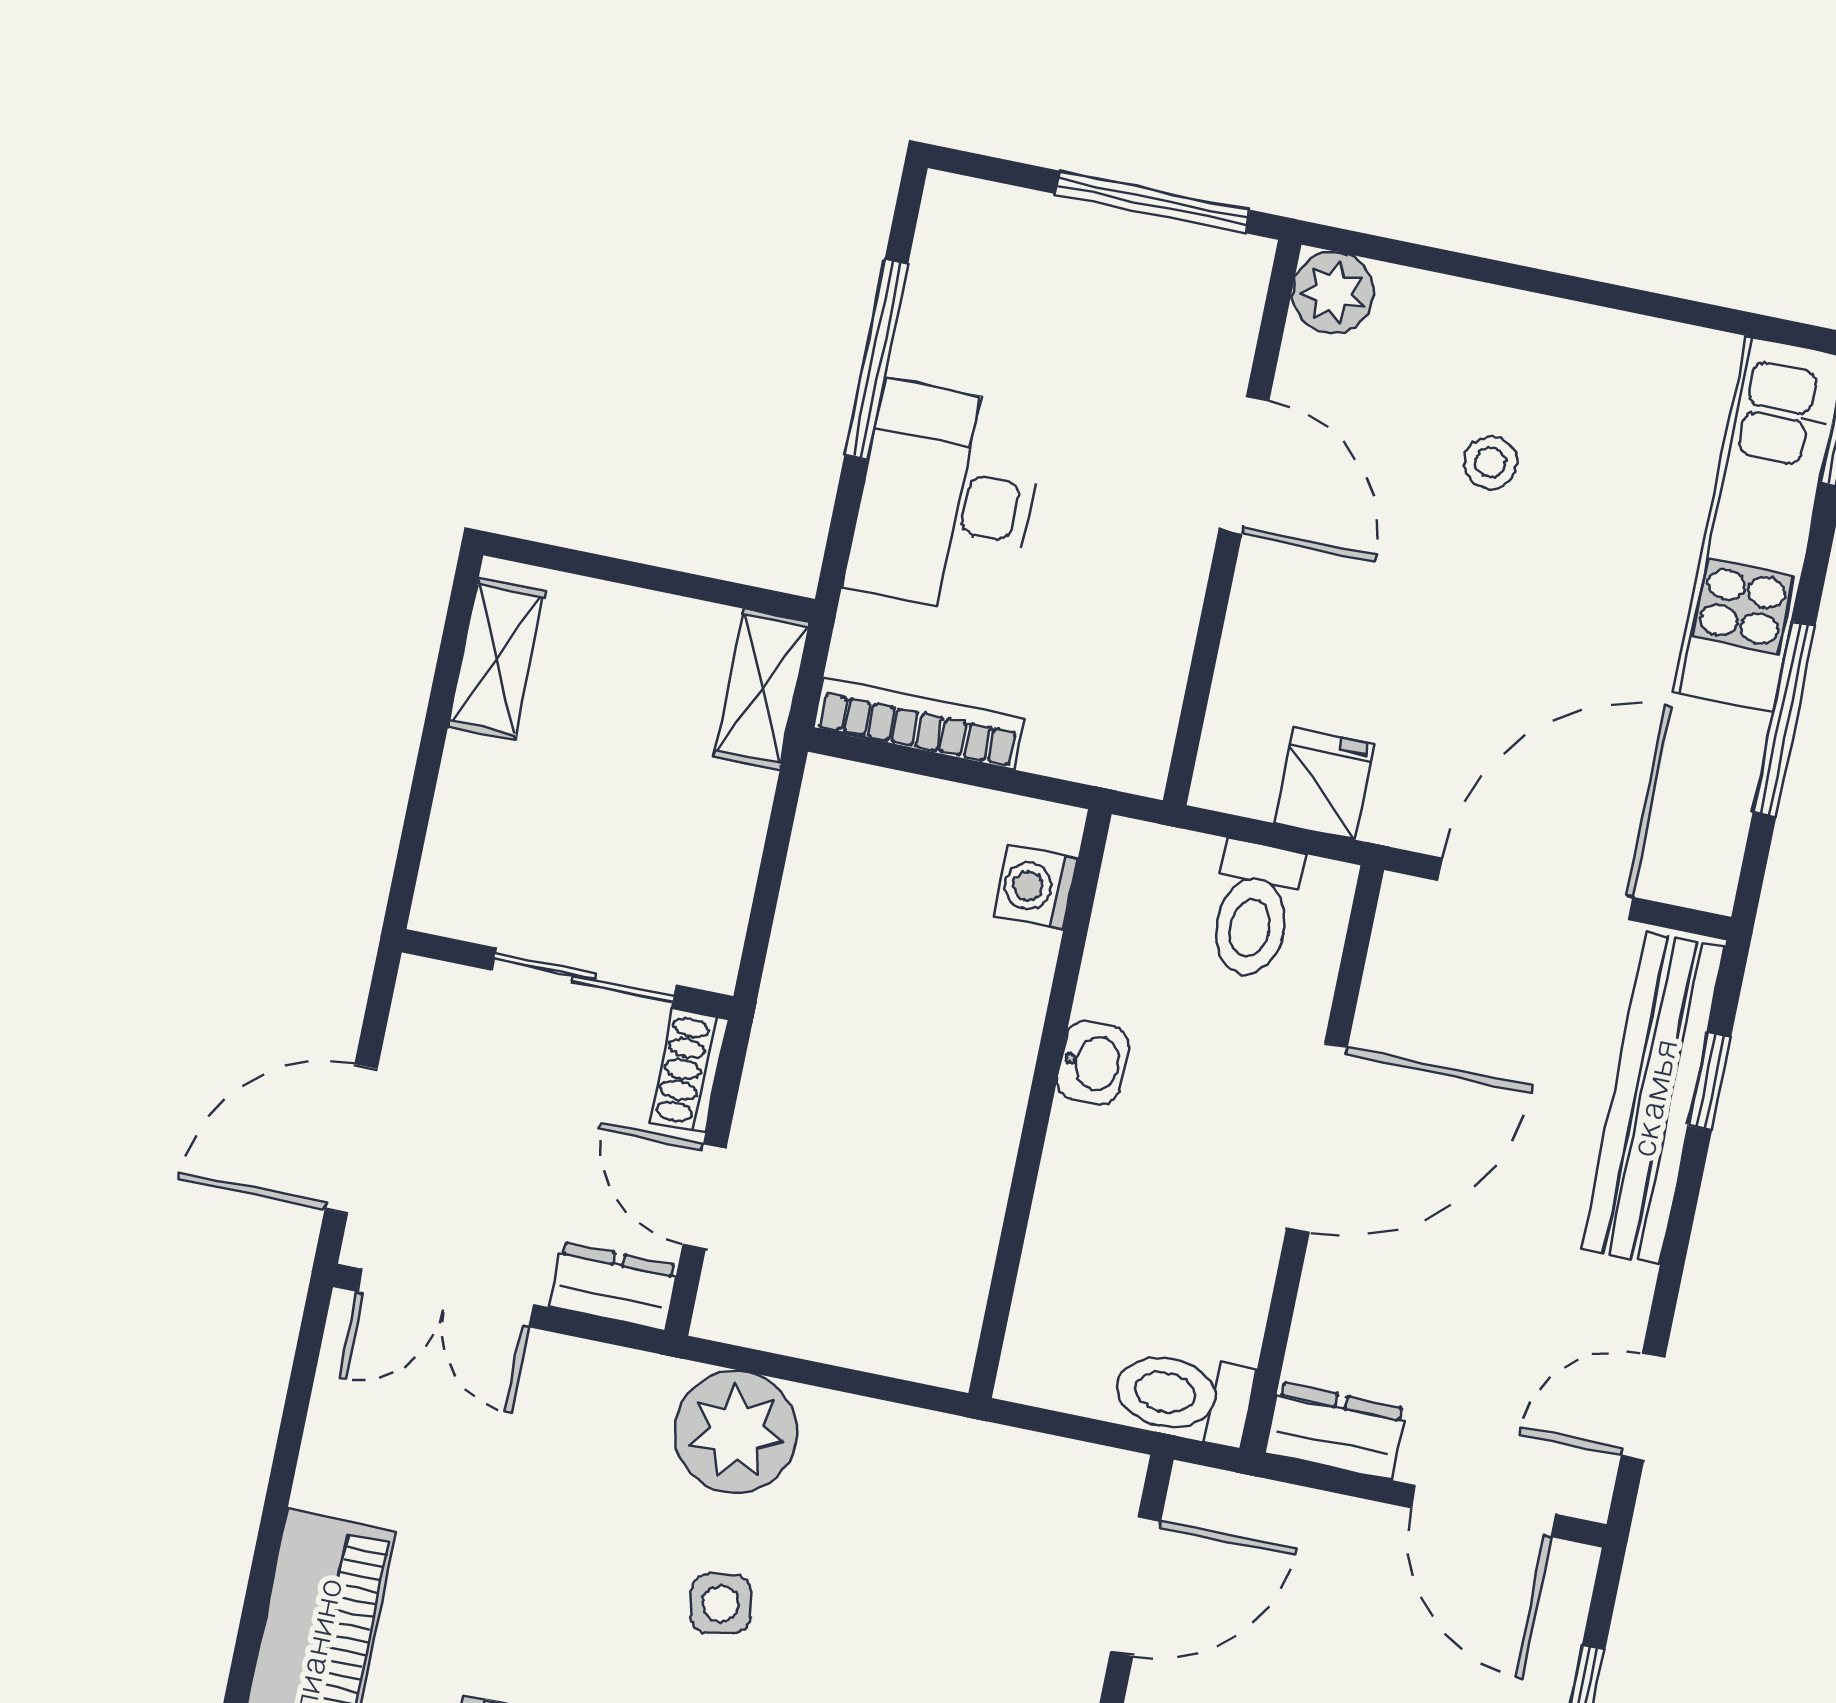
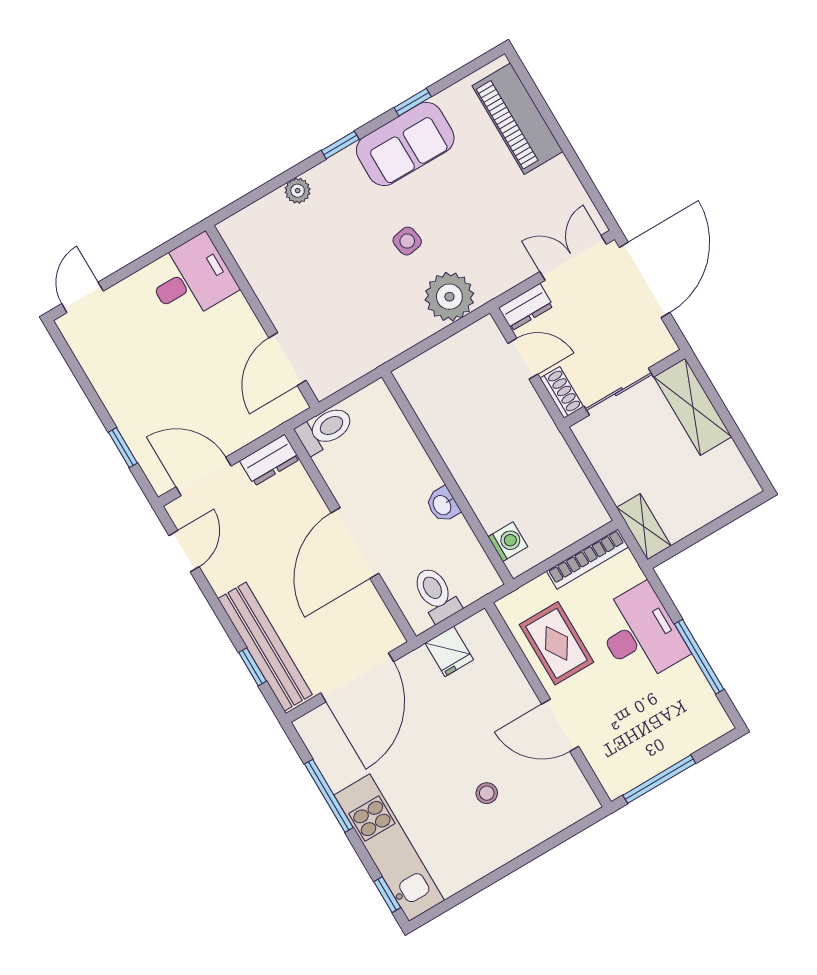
plant: (1333, 293) -> (580, 801), removed
rug: (1115, 621) -> (557, 643), added
shelving: (496, 659) -> (693, 407), moved, width x1.50, depth x1.33
door: (351, 1139) -> (645, 280), width x1.36

